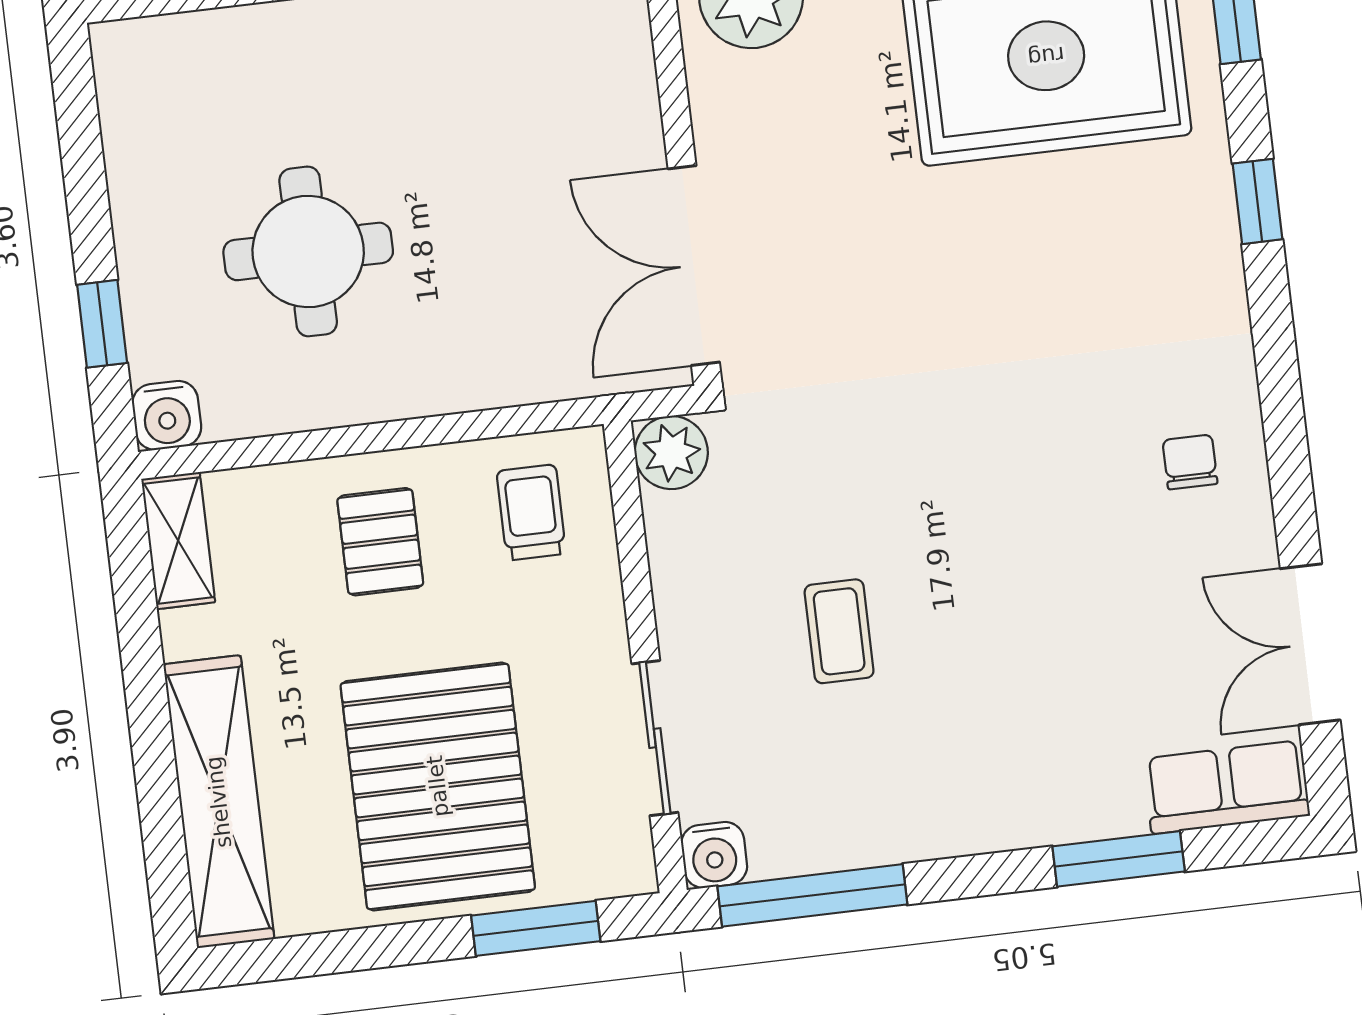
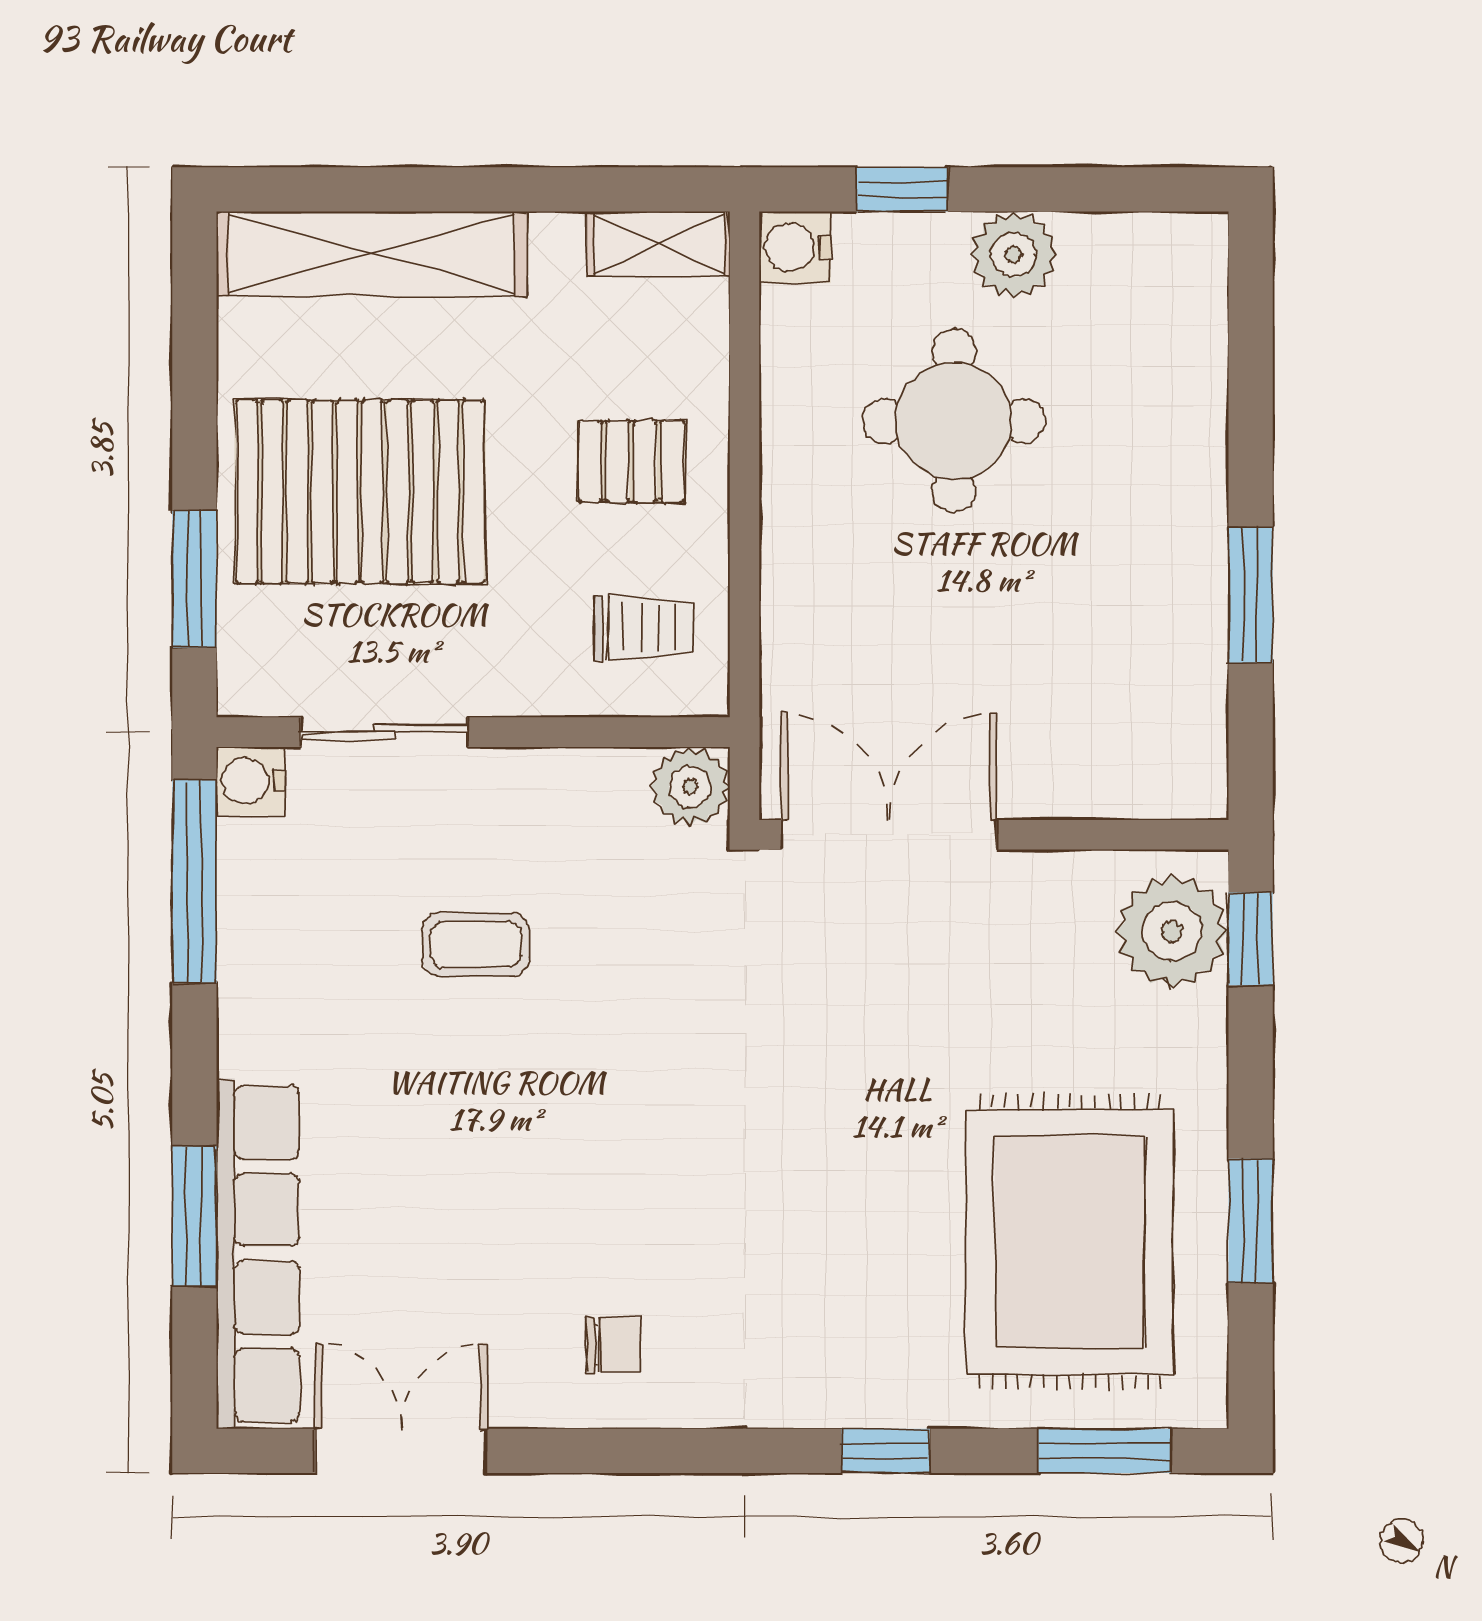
plant: (150, 215) -> (1014, 254), added
row of seats: (1226, 787) -> (258, 1254), width x2.02

